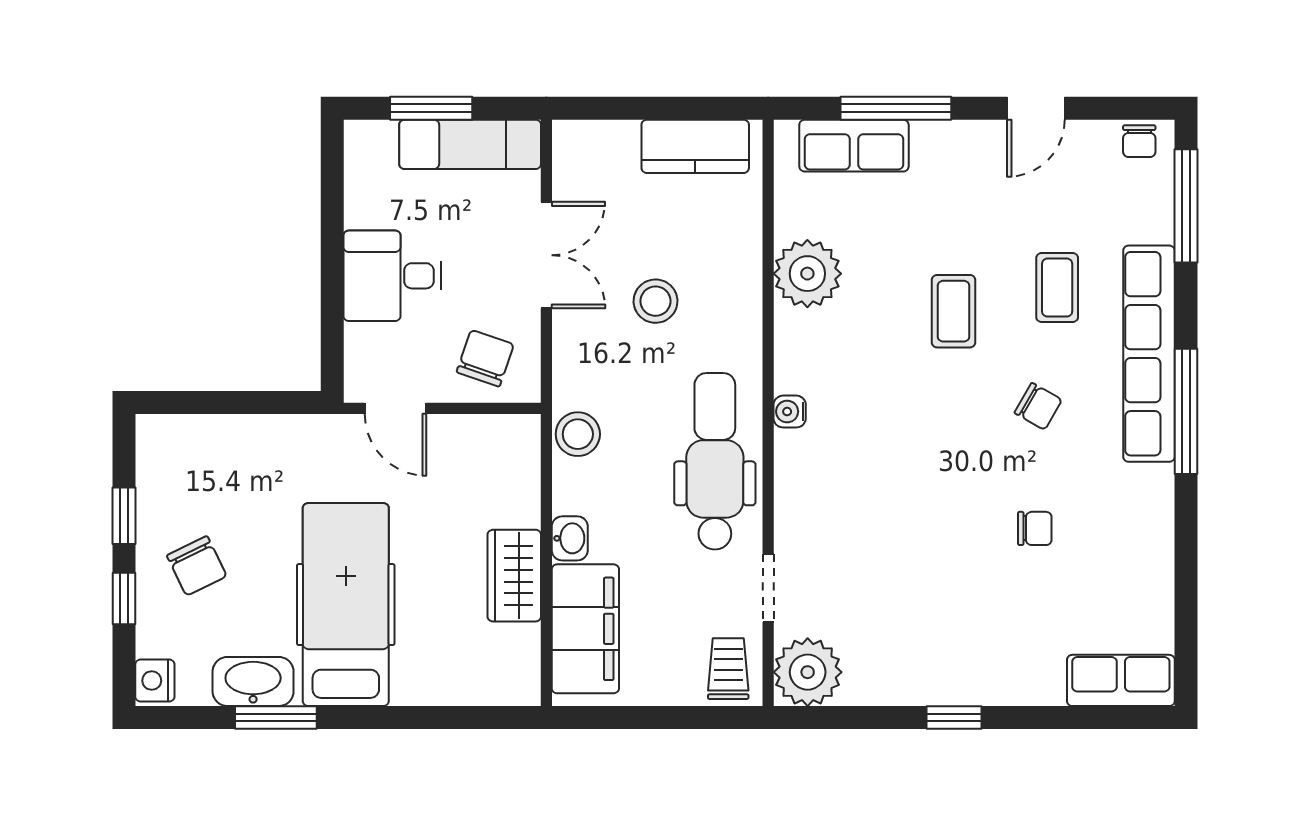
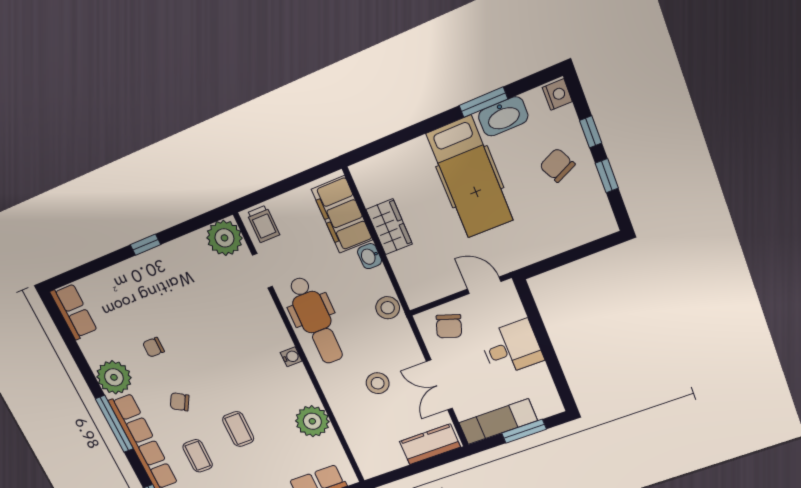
kitchen counter: (695, 146) -> (430, 444), moved
plant: (1139, 501) -> (114, 377), added
row of seats: (1121, 680) -> (74, 311), moved, turned -90

